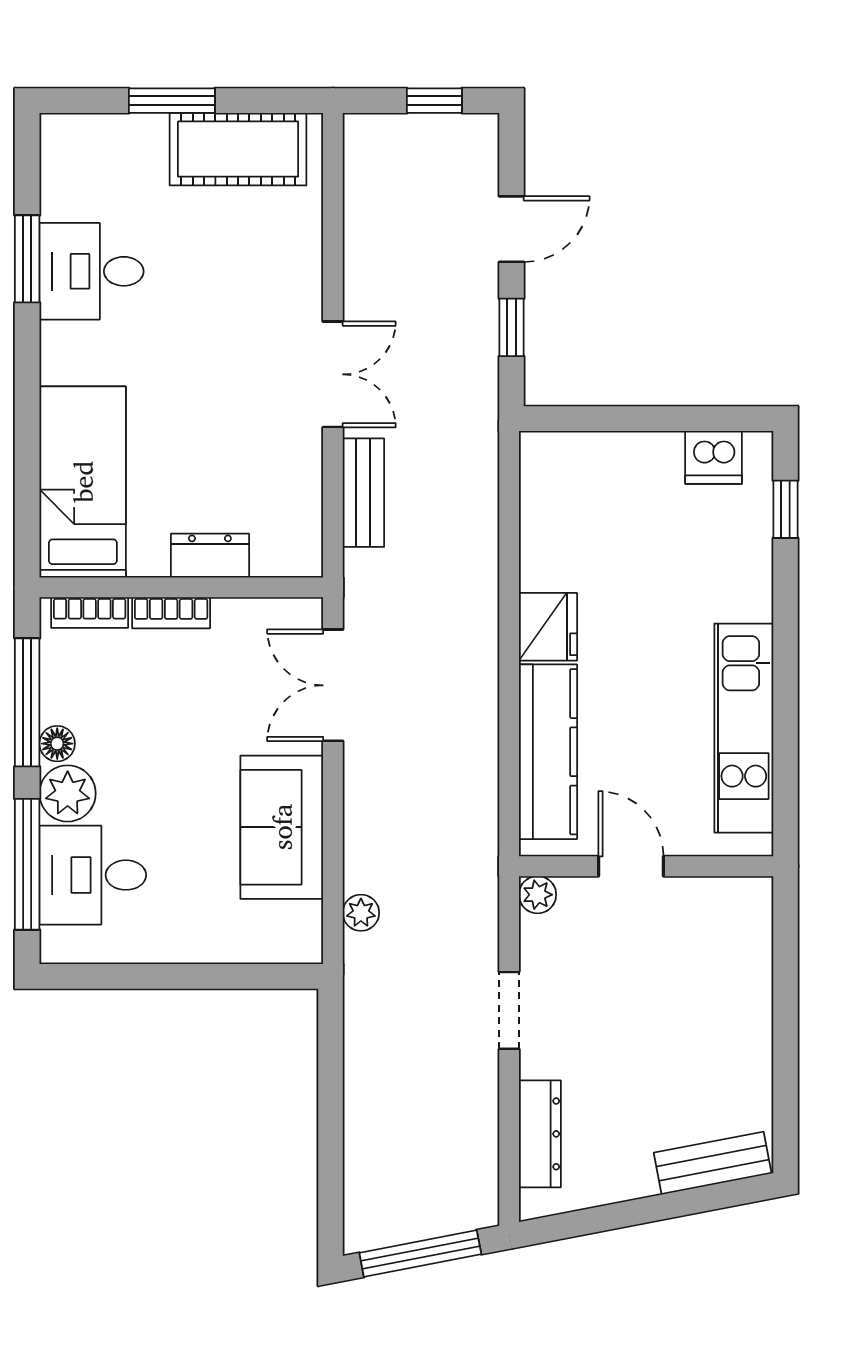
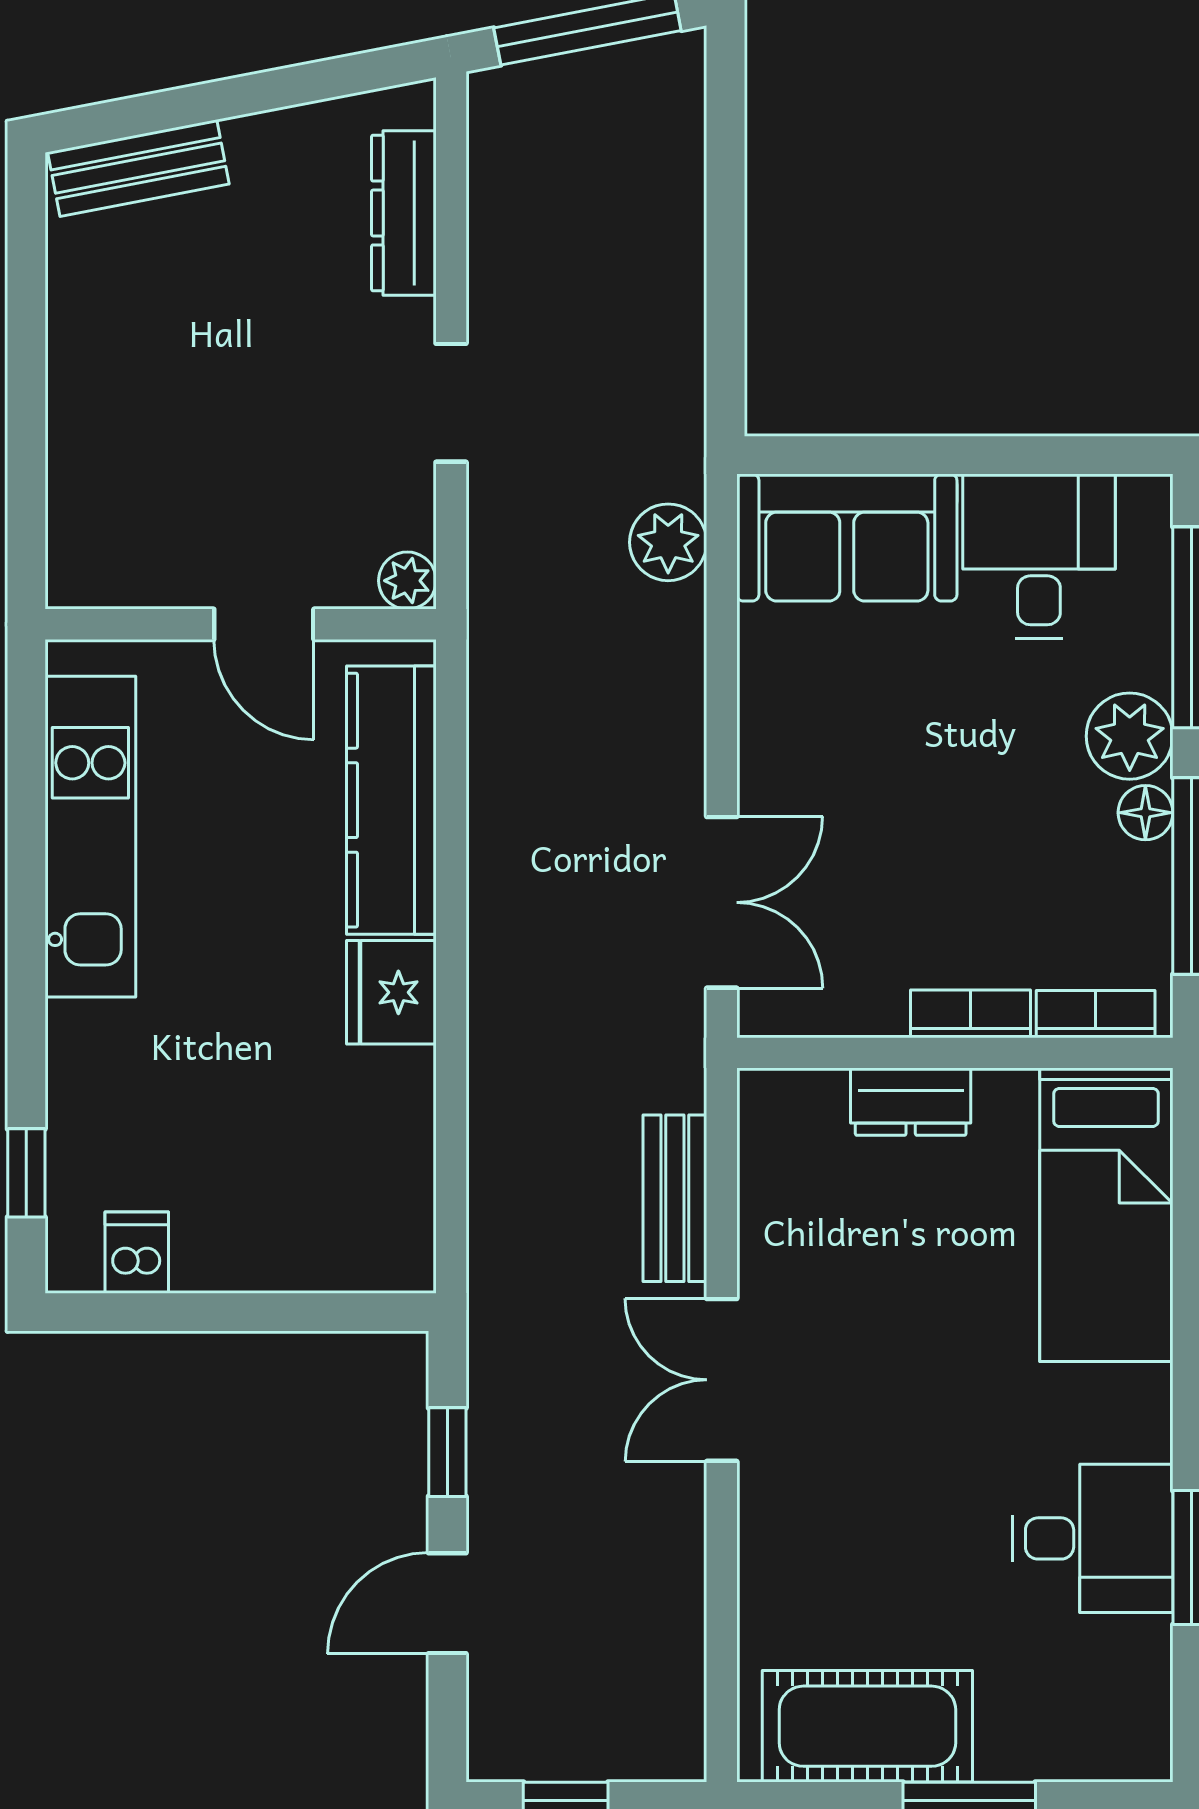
dishwasher: (714, 457) -> (137, 1253), width x0.73
sofa: (282, 827) -> (847, 538), moved, turned 90
desk: (93, 875) -> (1039, 556), moved, turned -90
plant: (361, 913) -> (668, 542), width x1.38, depth x1.38

